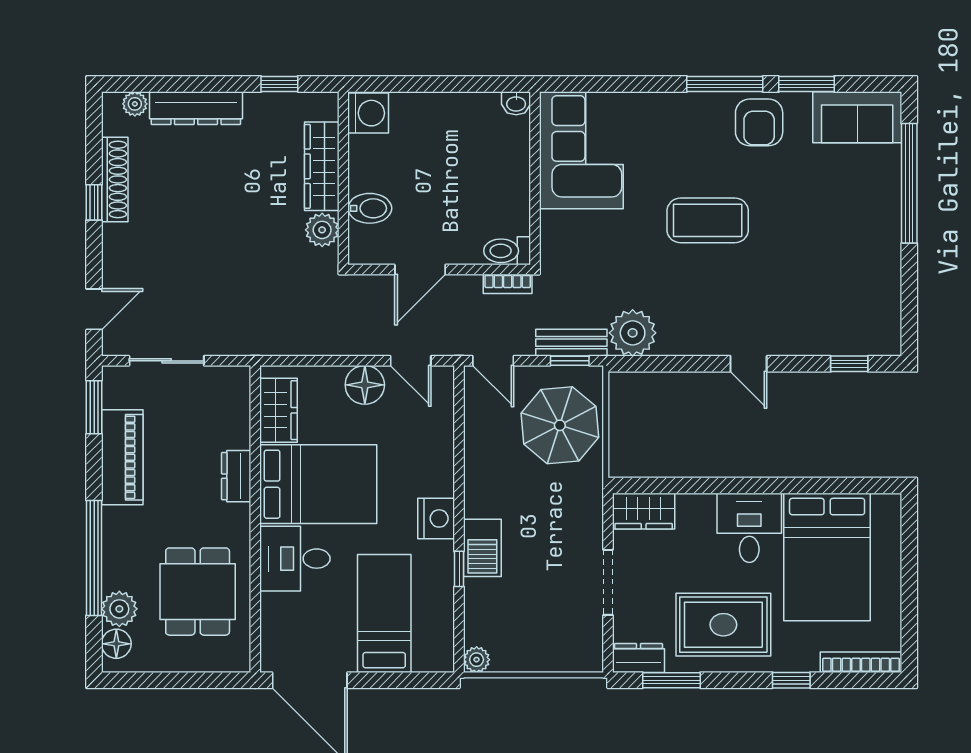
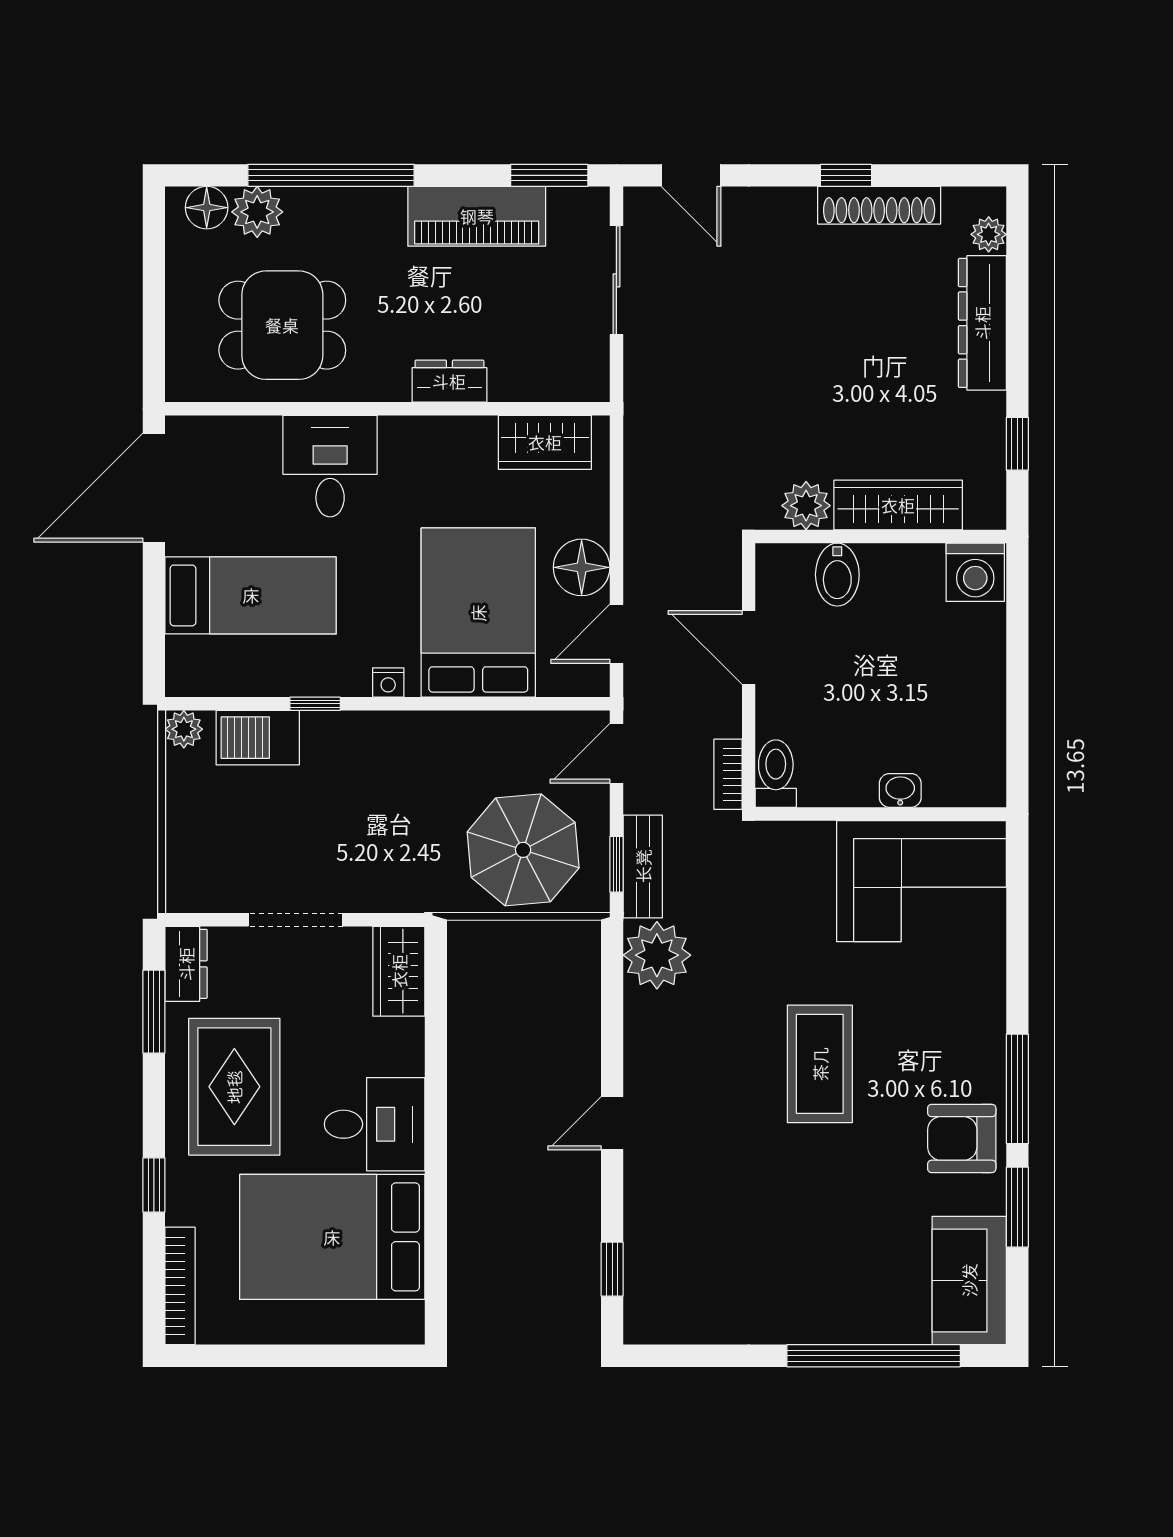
washbasin: (516, 103) -> (900, 790), moved, turned 90
bed: (318, 484) -> (478, 613), moved, turned 180
nightstand: (436, 518) -> (388, 683), width x0.53, depth x0.56
barbecue: (482, 548) -> (258, 738), moved

